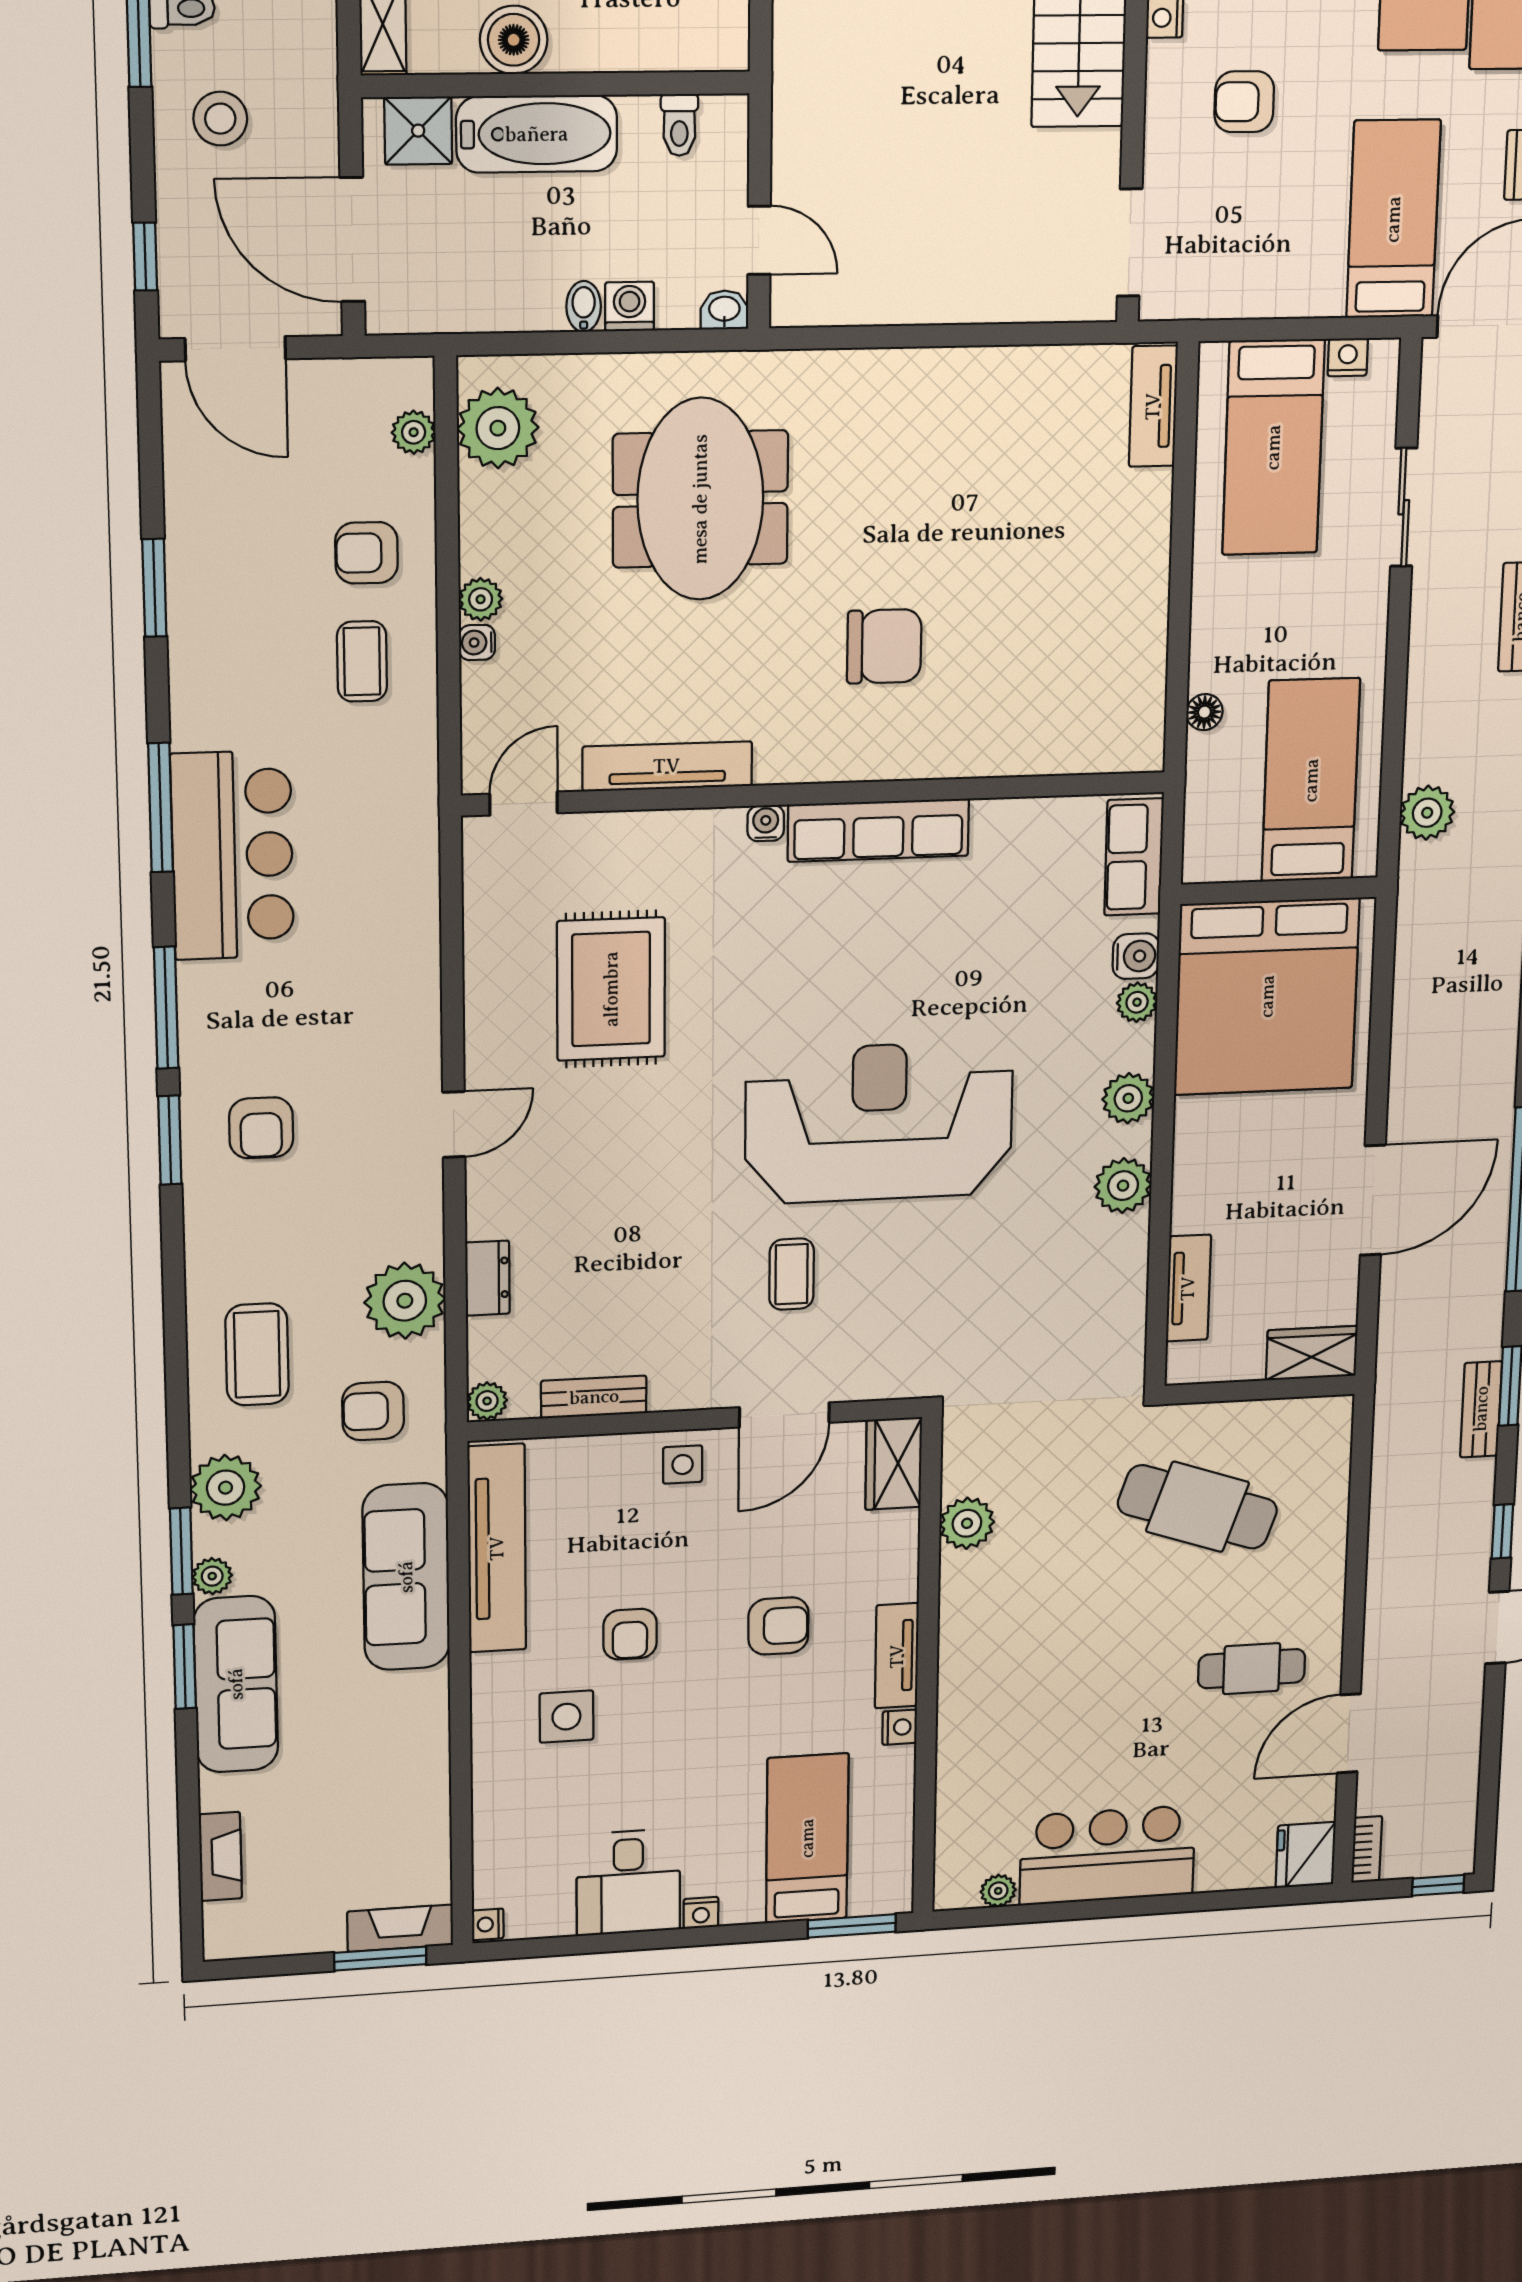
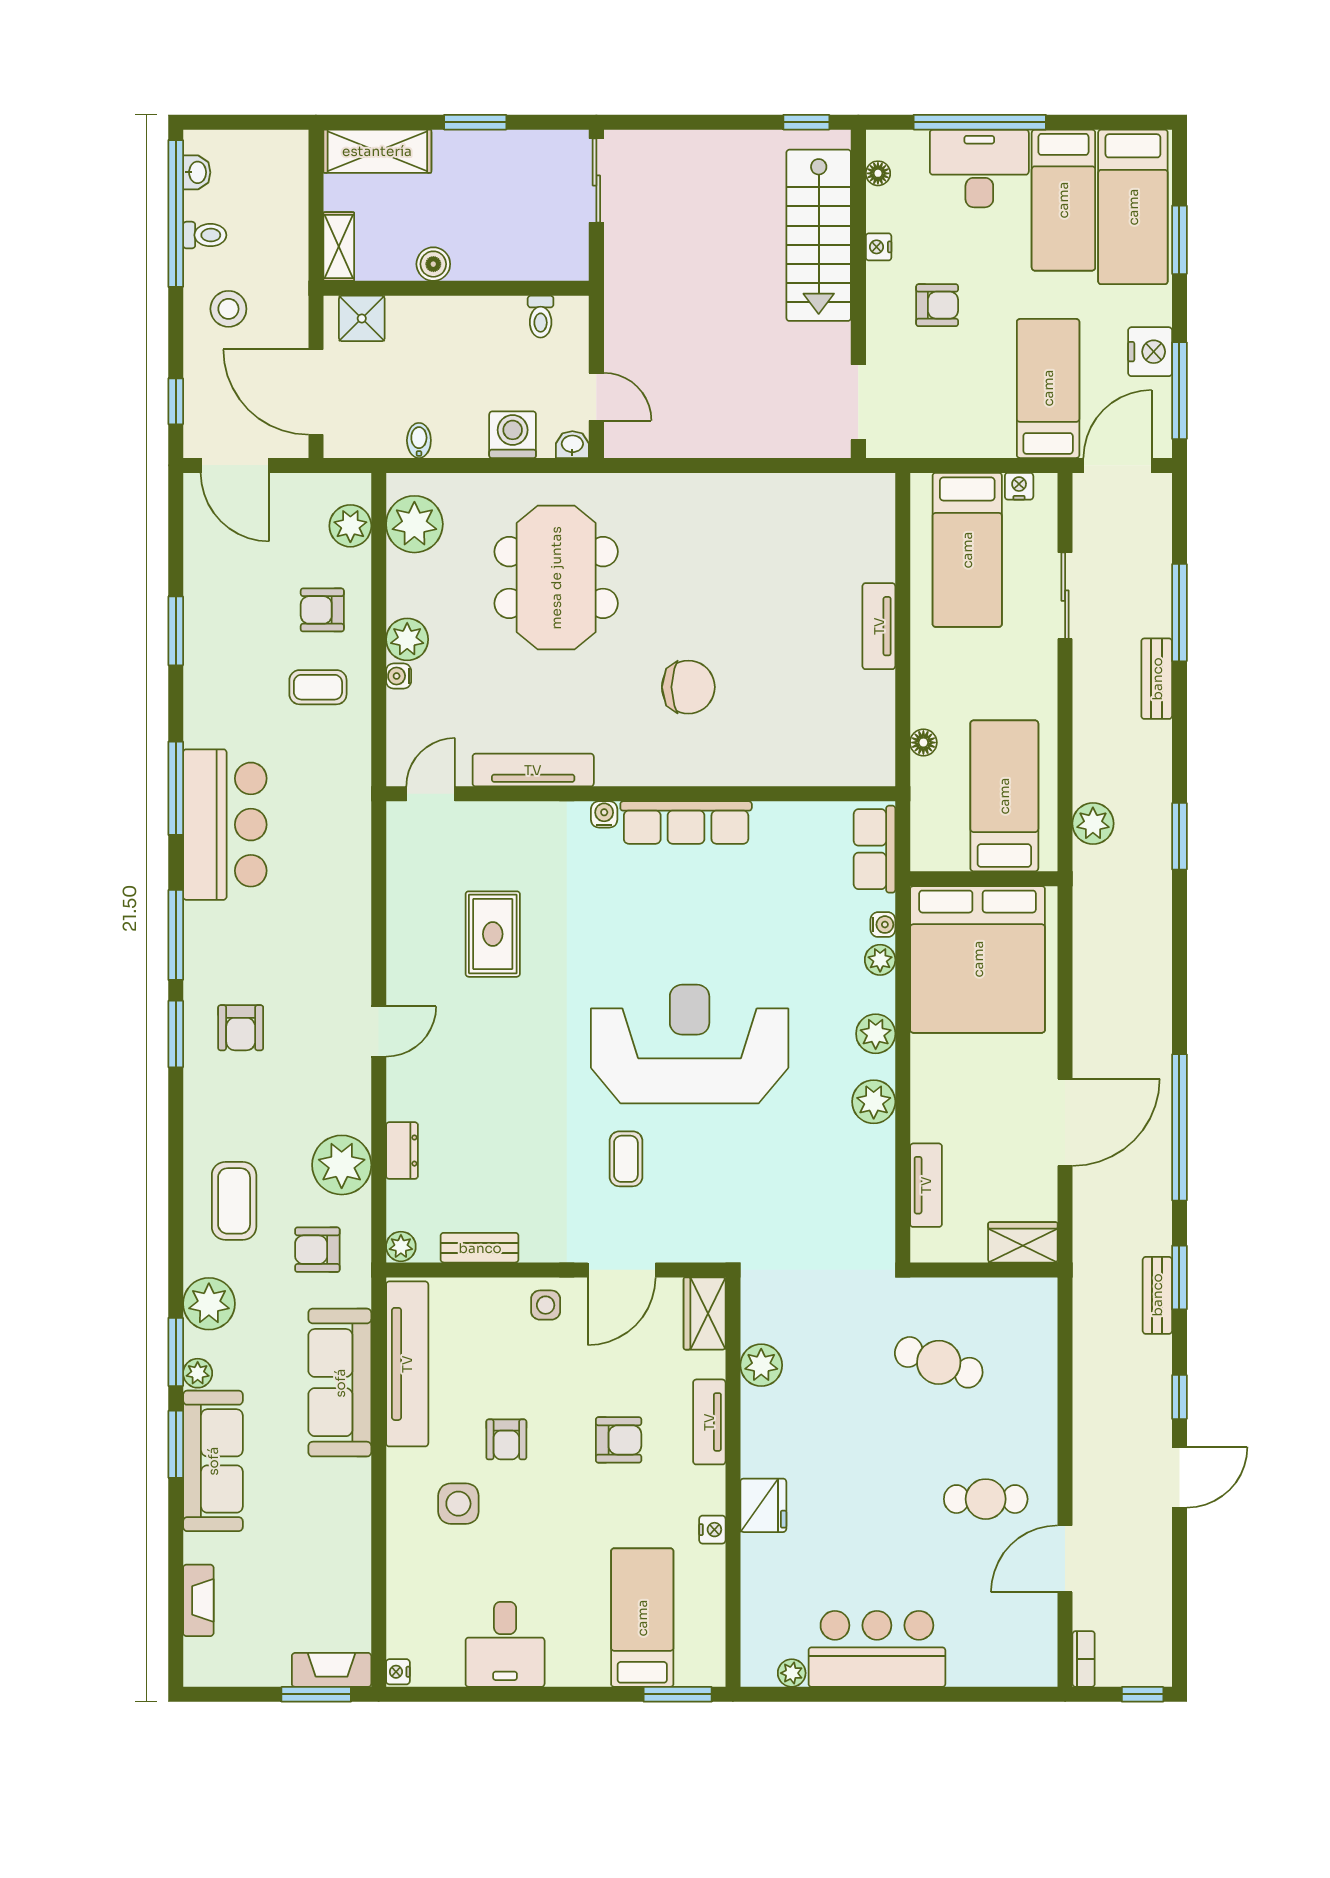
boiler: (514, 40) -> (433, 264), width x0.73, depth x0.73
armchair: (1244, 102) -> (937, 305), turned 180
bathtub: (537, 134) -> (443, 322), removed
bidet: (584, 306) -> (419, 440), moved
washing machine: (630, 306) -> (513, 435), width x1.38, depth x1.38
tv unit: (1153, 406) -> (879, 626), moved
plant: (414, 432) -> (350, 526), width x1.38, depth x1.38
plant: (481, 599) -> (407, 639), width x1.38, depth x1.38
coffee table: (362, 661) -> (318, 687), turned 90
water cooler: (1136, 956) -> (883, 925), width x0.72, depth x0.72
rug: (611, 989) -> (493, 934), width x0.73, depth x0.70
cafe table: (1198, 1507) -> (939, 1362), width x0.73, depth x0.74
tv unit: (897, 1656) -> (709, 1422), moved
fridge: (1306, 1855) -> (763, 1505), moved, turned 180
nightstand: (701, 1913) -> (561, 1674), removed

